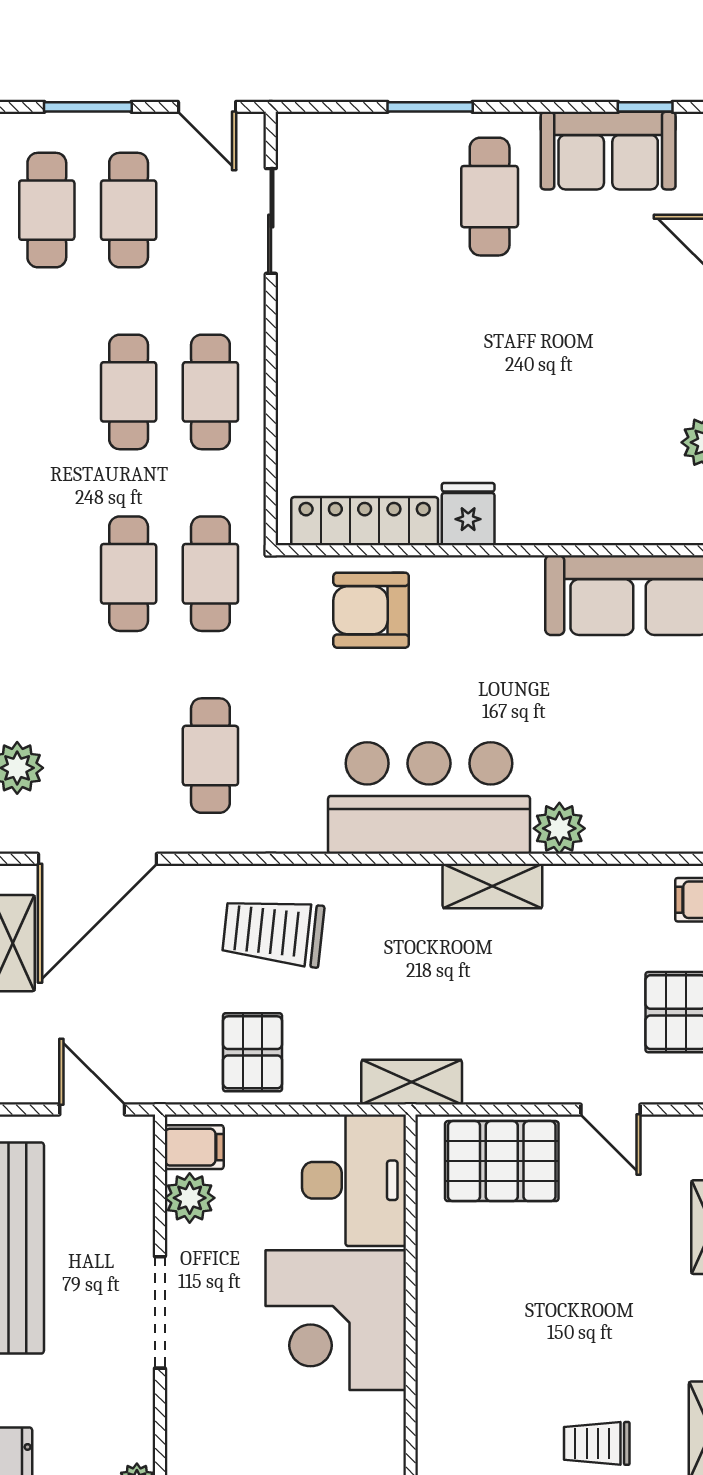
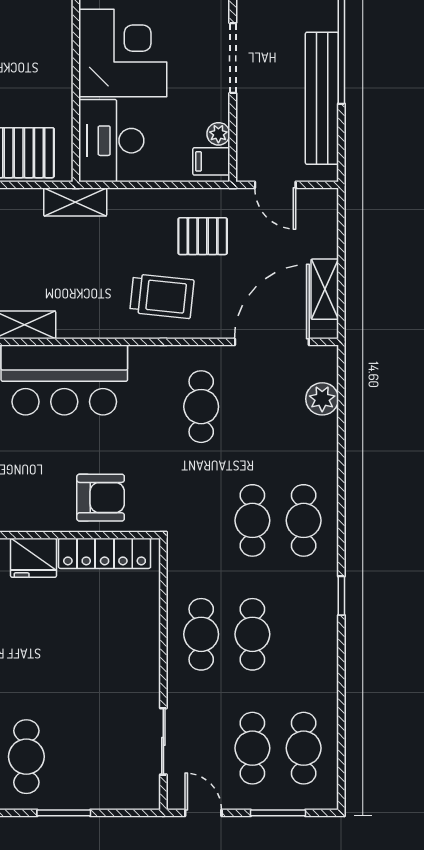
fridge: (468, 514) -> (33, 558), width x1.38
cafe table: (210, 574) -> (304, 520), moved
pallet: (253, 1052) -> (203, 236), moved, turned 90
plant: (190, 1198) -> (218, 134), width x0.73, depth x0.73

